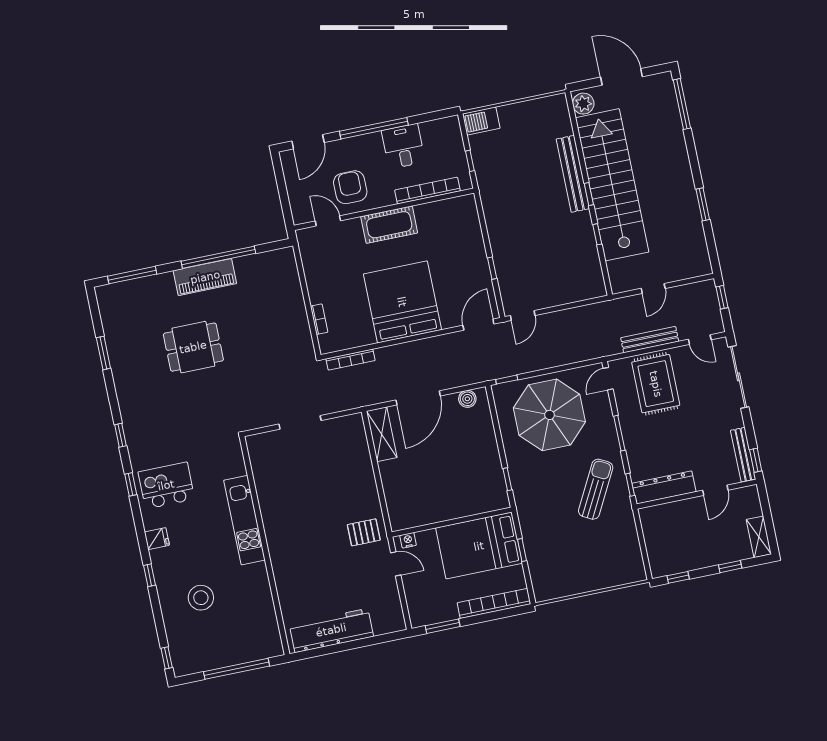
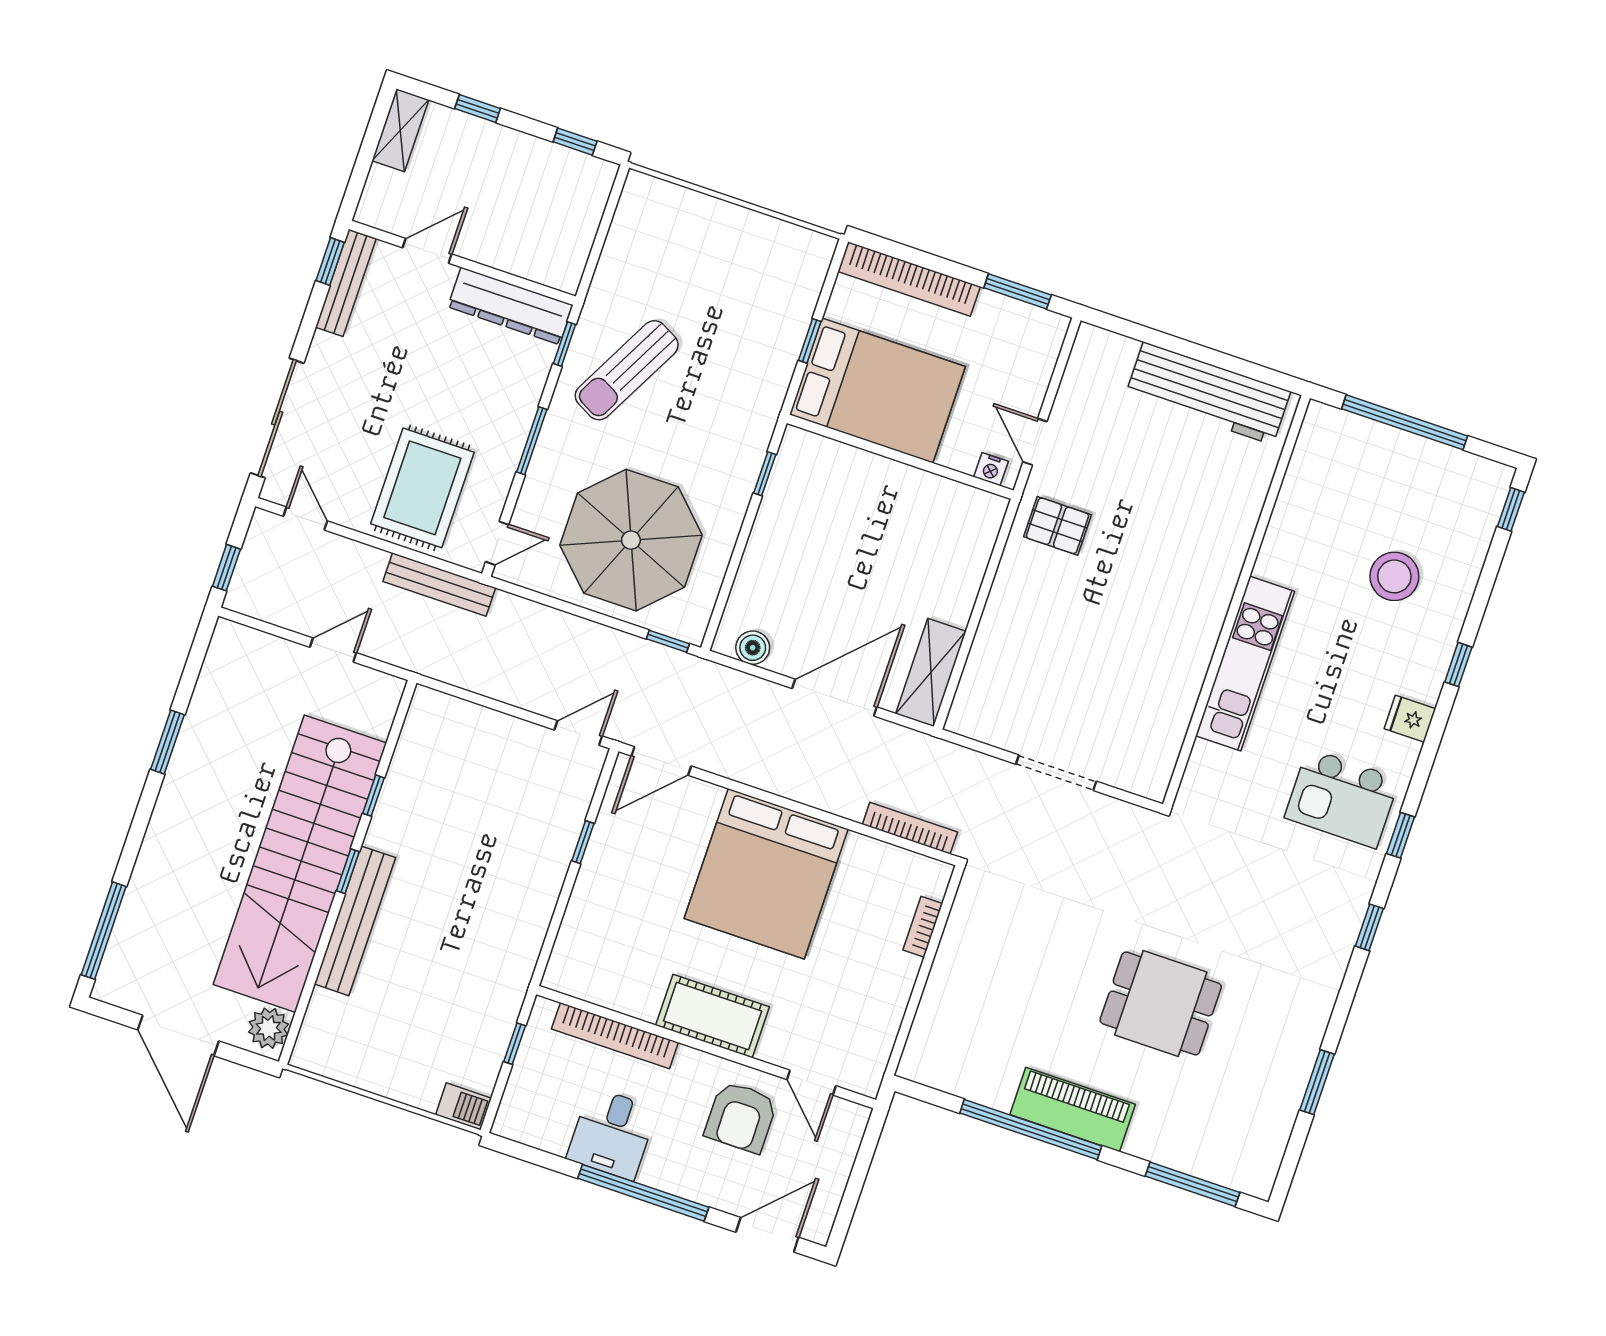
barbecue: (481, 121) -> (464, 1106), width x0.73, depth x0.79
bench: (650, 340) -> (439, 585), moved

